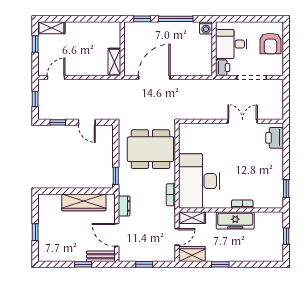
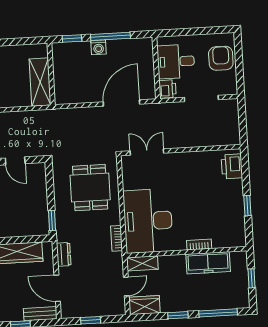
washing machine: (206, 28) -> (99, 47), moved
armchair: (270, 44) -> (221, 58), turned 180
shelving: (114, 62) -> (40, 82), width x1.50, depth x1.33
door: (154, 77) -> (121, 103), moved
double door: (243, 121) -> (147, 152), moved
dining table: (150, 149) -> (90, 188), width x0.73
window: (286, 189) -> (247, 206), moved
freezer: (235, 220) -> (208, 263), moved
window: (255, 264) -> (218, 313), added

